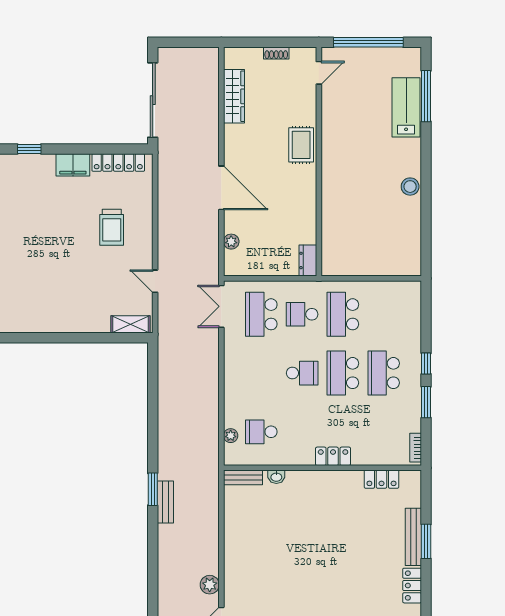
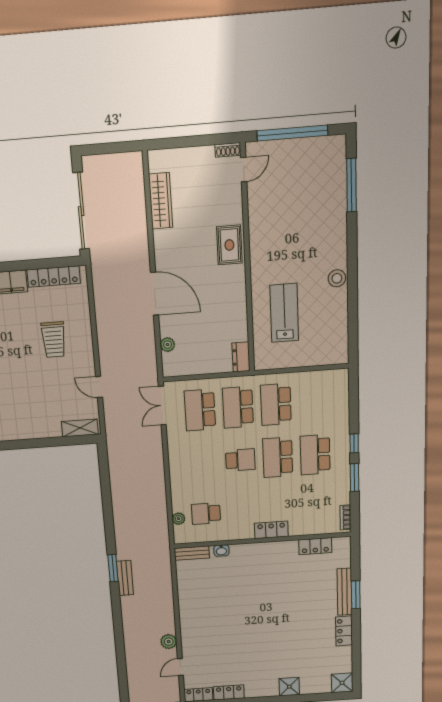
shoe rack: (276, 53) -> (228, 150), moved
lab bench: (406, 107) -> (284, 313), moved
school desk: (302, 314) -> (238, 407), width x1.85

